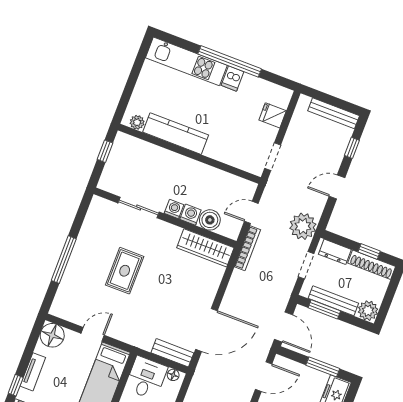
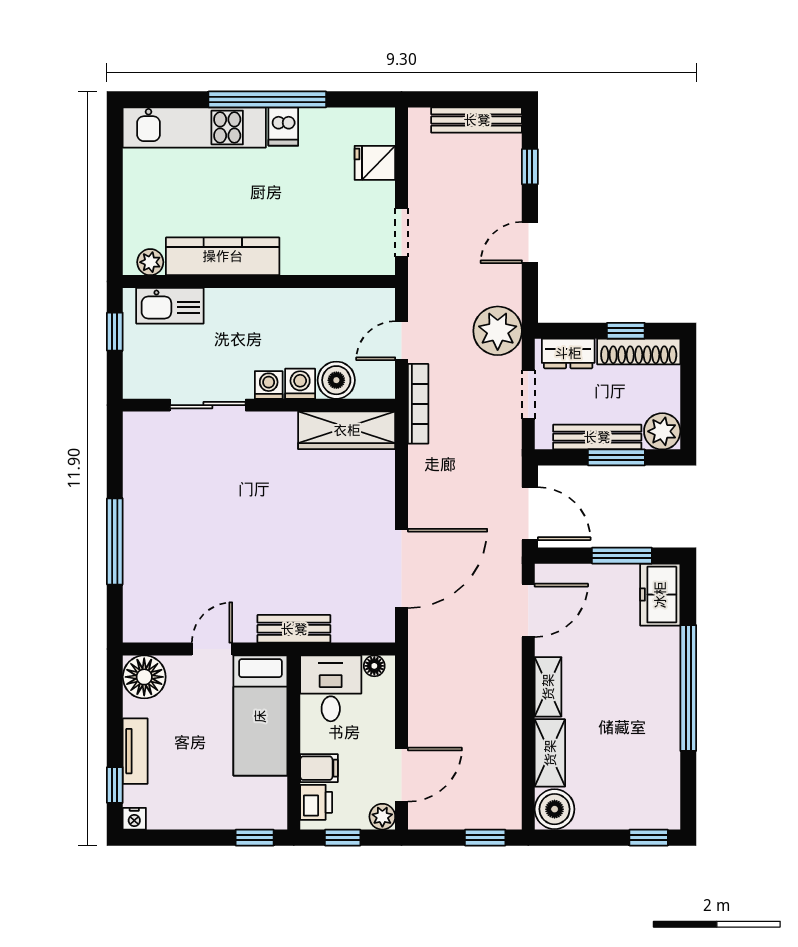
kitchen sink: (139, 149) -> (170, 306), added
rug: (125, 271) -> (225, 521), removed
window: (324, 309) -> (616, 457), moved
bench: (172, 353) -> (294, 629), moved

